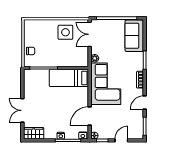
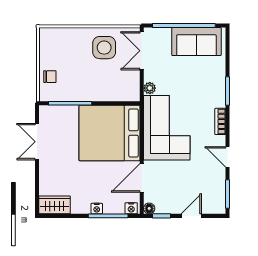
sofa: (134, 36) -> (196, 42), moved, turned -90
bed: (69, 78) -> (110, 133), width x2.04
door: (145, 102) -> (227, 157), hinge flipped
double door: (22, 110) -> (37, 142), moved

